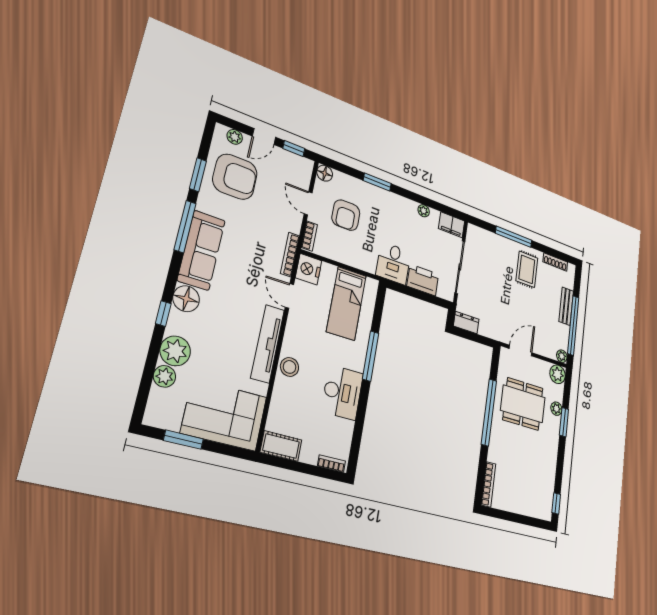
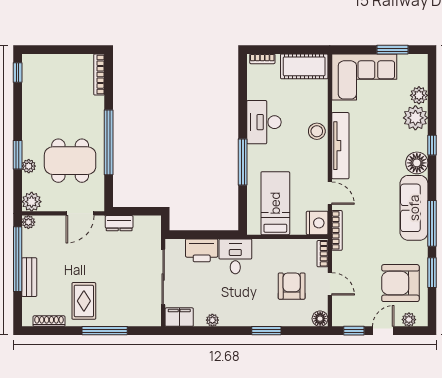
dresser: (466, 323) -> (119, 223), moved
cot: (281, 446) -> (304, 66), width x1.37, depth x1.34

